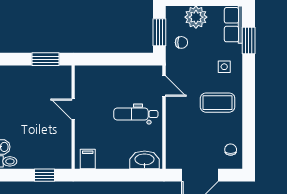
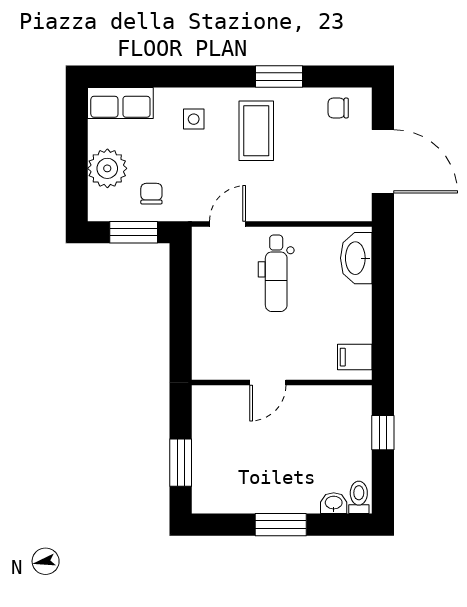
window: (249, 40) -> (279, 76), moved
window: (46, 59) -> (181, 463), moved

